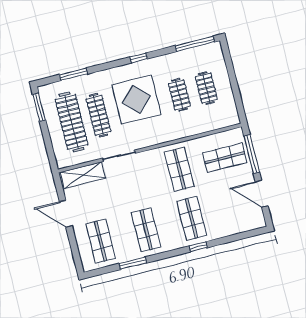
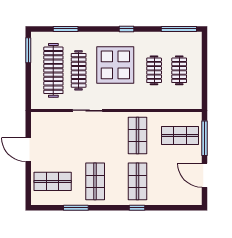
shelving: (83, 175) -> (52, 119), removed
shop shelf: (101, 241) -> (53, 181), turned 90

